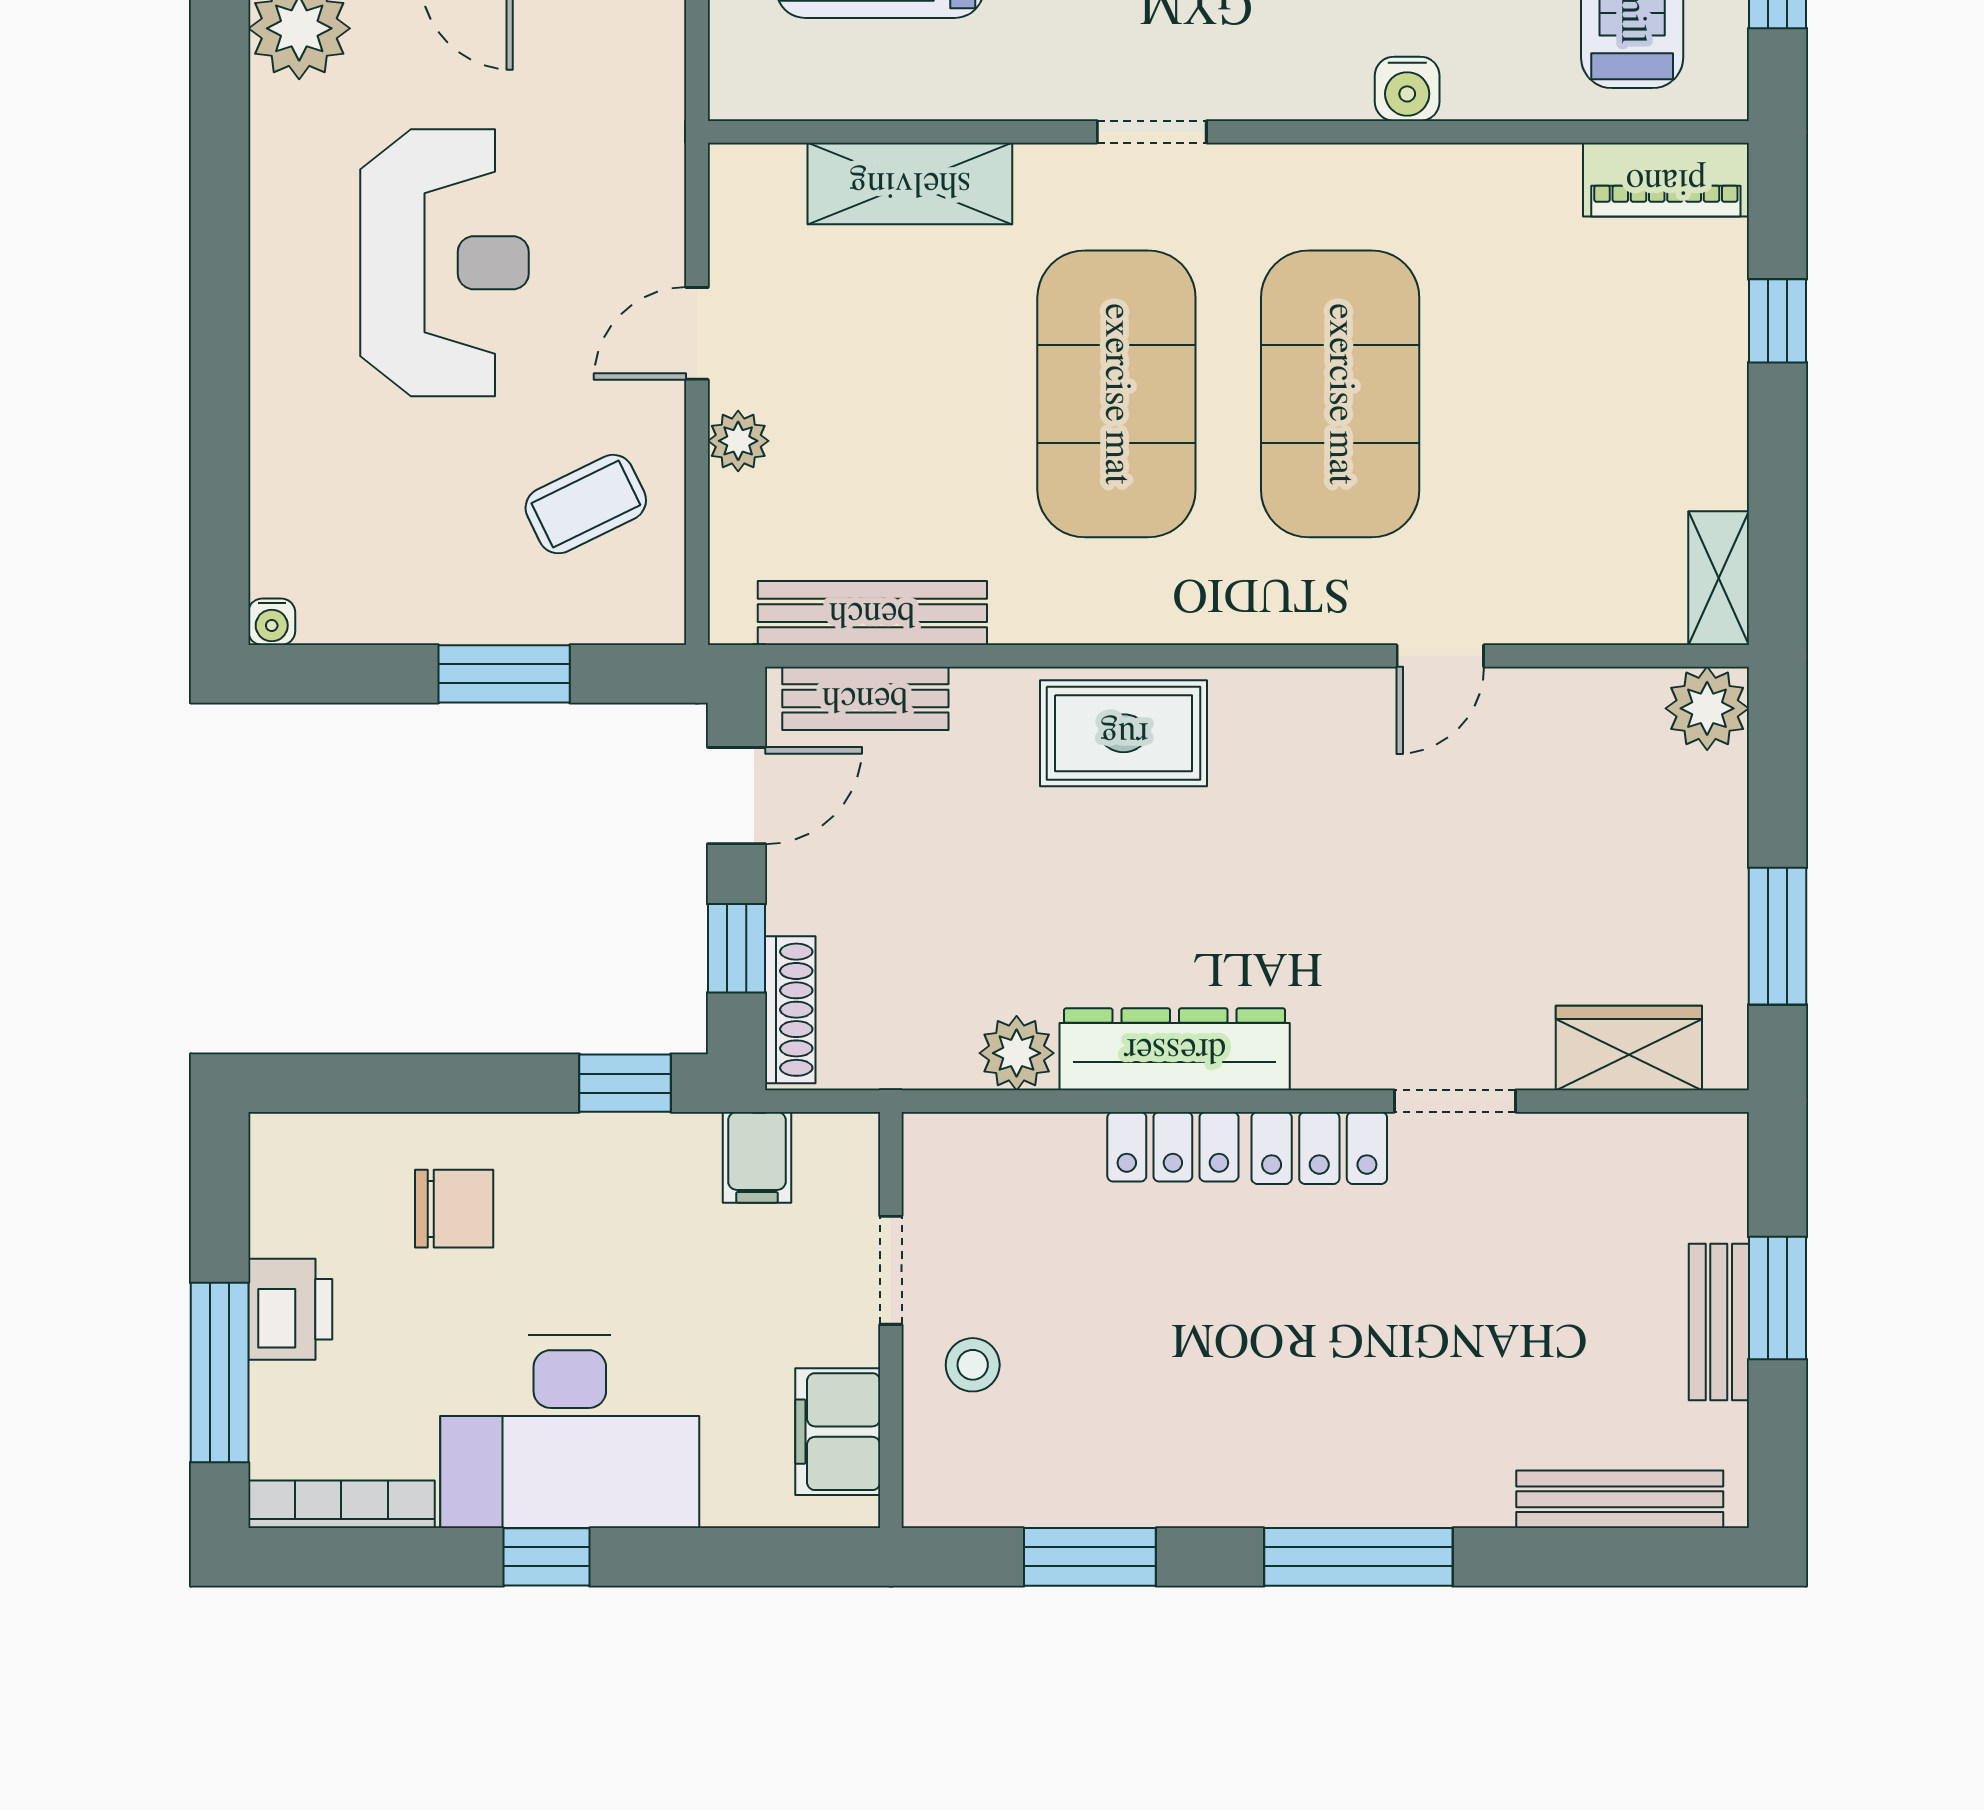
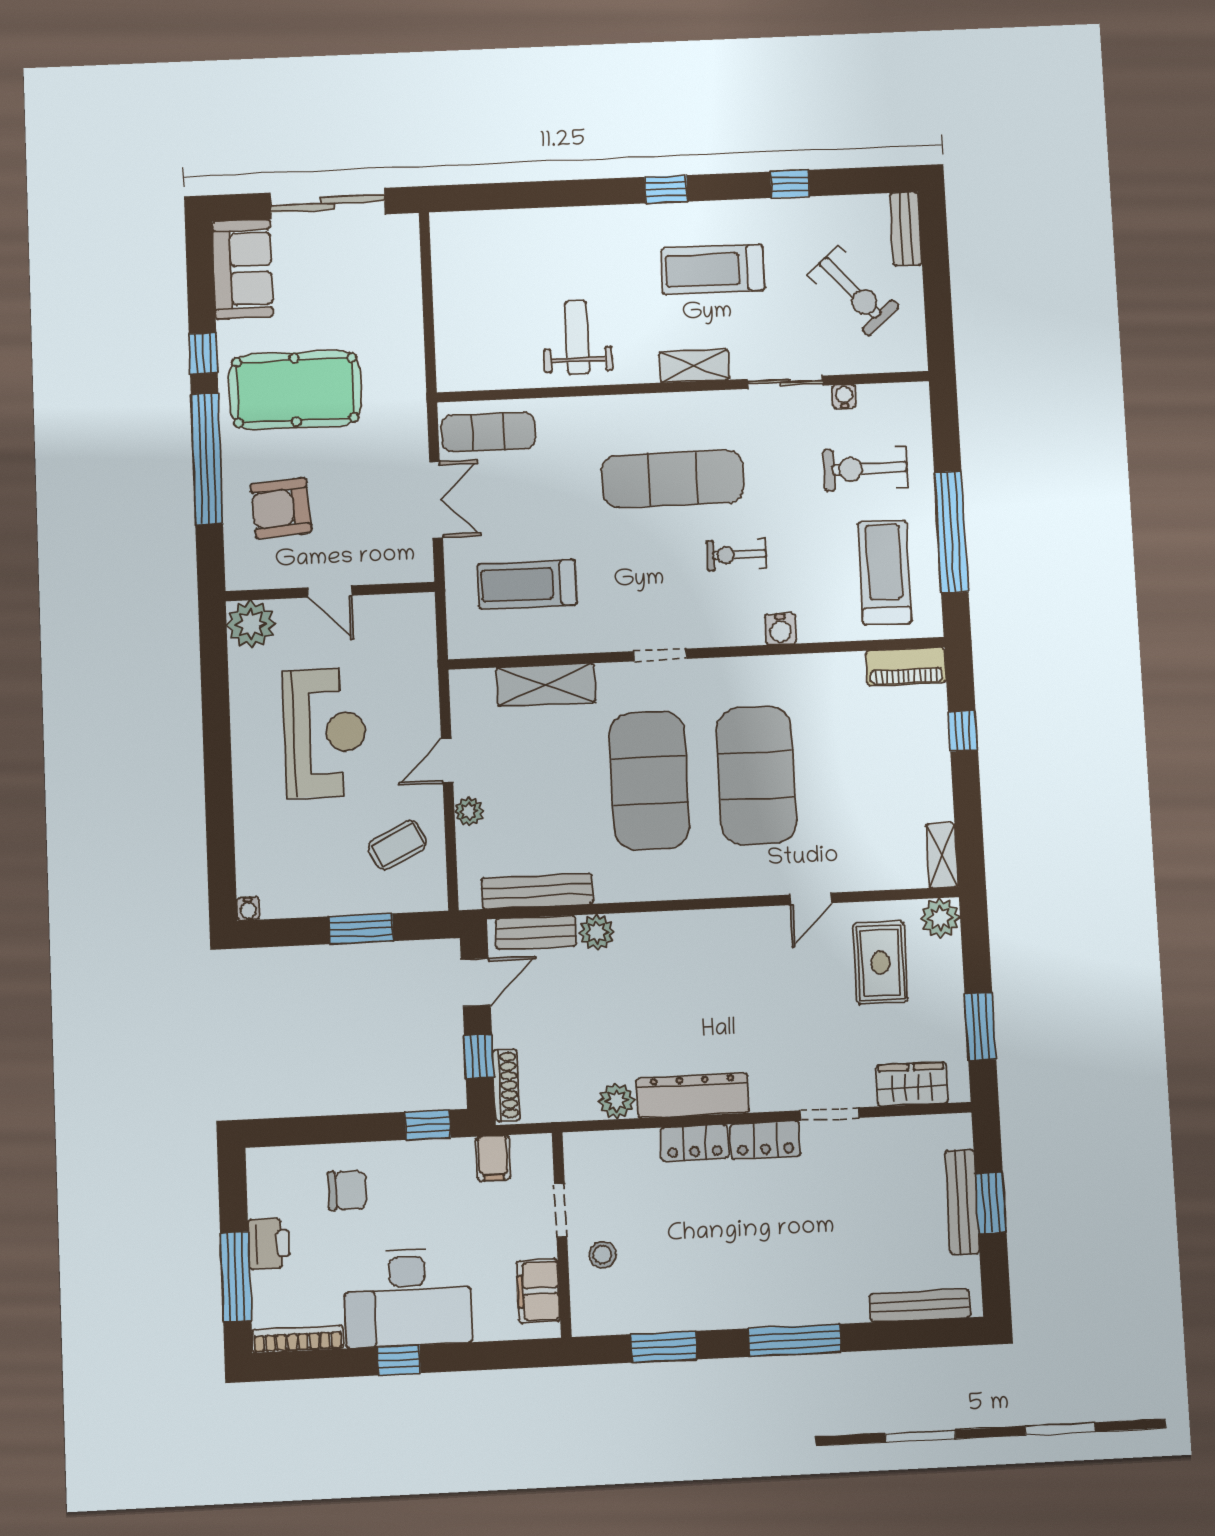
plant: (992, 704) -> (597, 932), added
rug: (1124, 733) -> (881, 962), moved, turned 90
bench: (1719, 1322) -> (962, 1202), width x1.36

